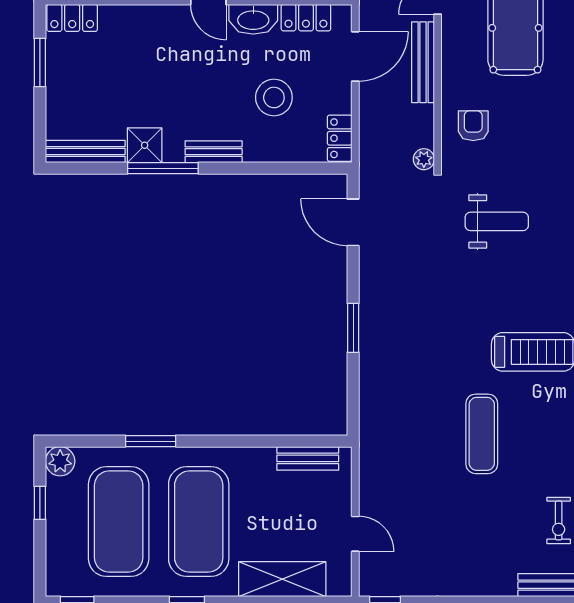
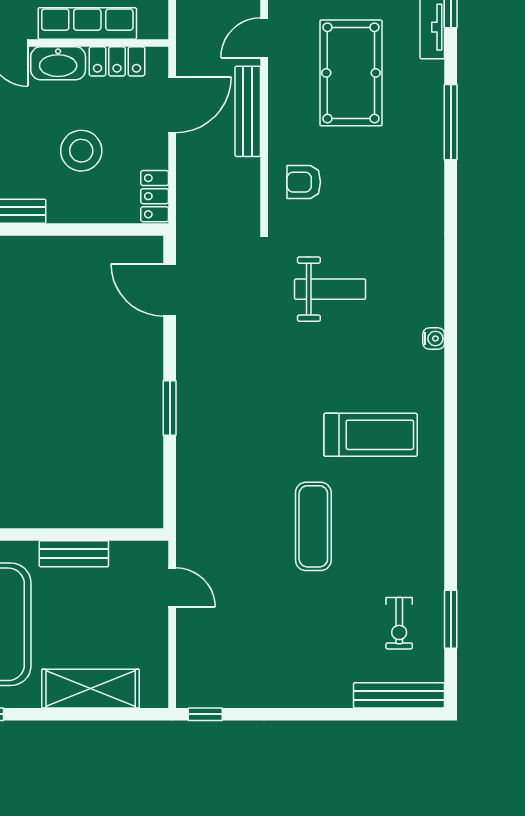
armchair: (473, 126) -> (304, 182), turned -90
plant: (424, 159) -> (249, 220), removed
bench: (308, 458) -> (74, 554), moved
door: (355, 534) -> (172, 587), moved

